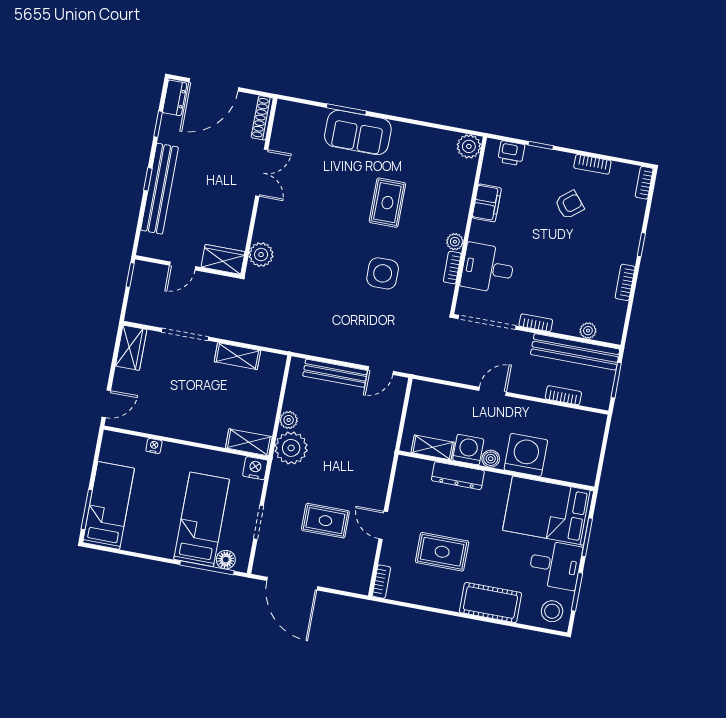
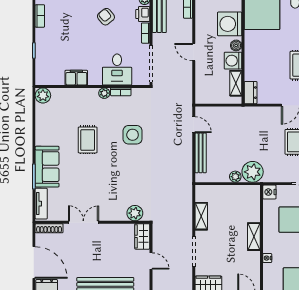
tv unit: (303, 113) -> (41, 204), added
printer: (511, 153) -> (143, 14), moved, turned 180
rug: (387, 203) -> (88, 140), turned 90
armchair: (569, 205) -> (106, 17), moved
shelving: (249, 442) -> (254, 237), moved
dresser: (458, 476) -> (251, 93), moved, width x0.70

